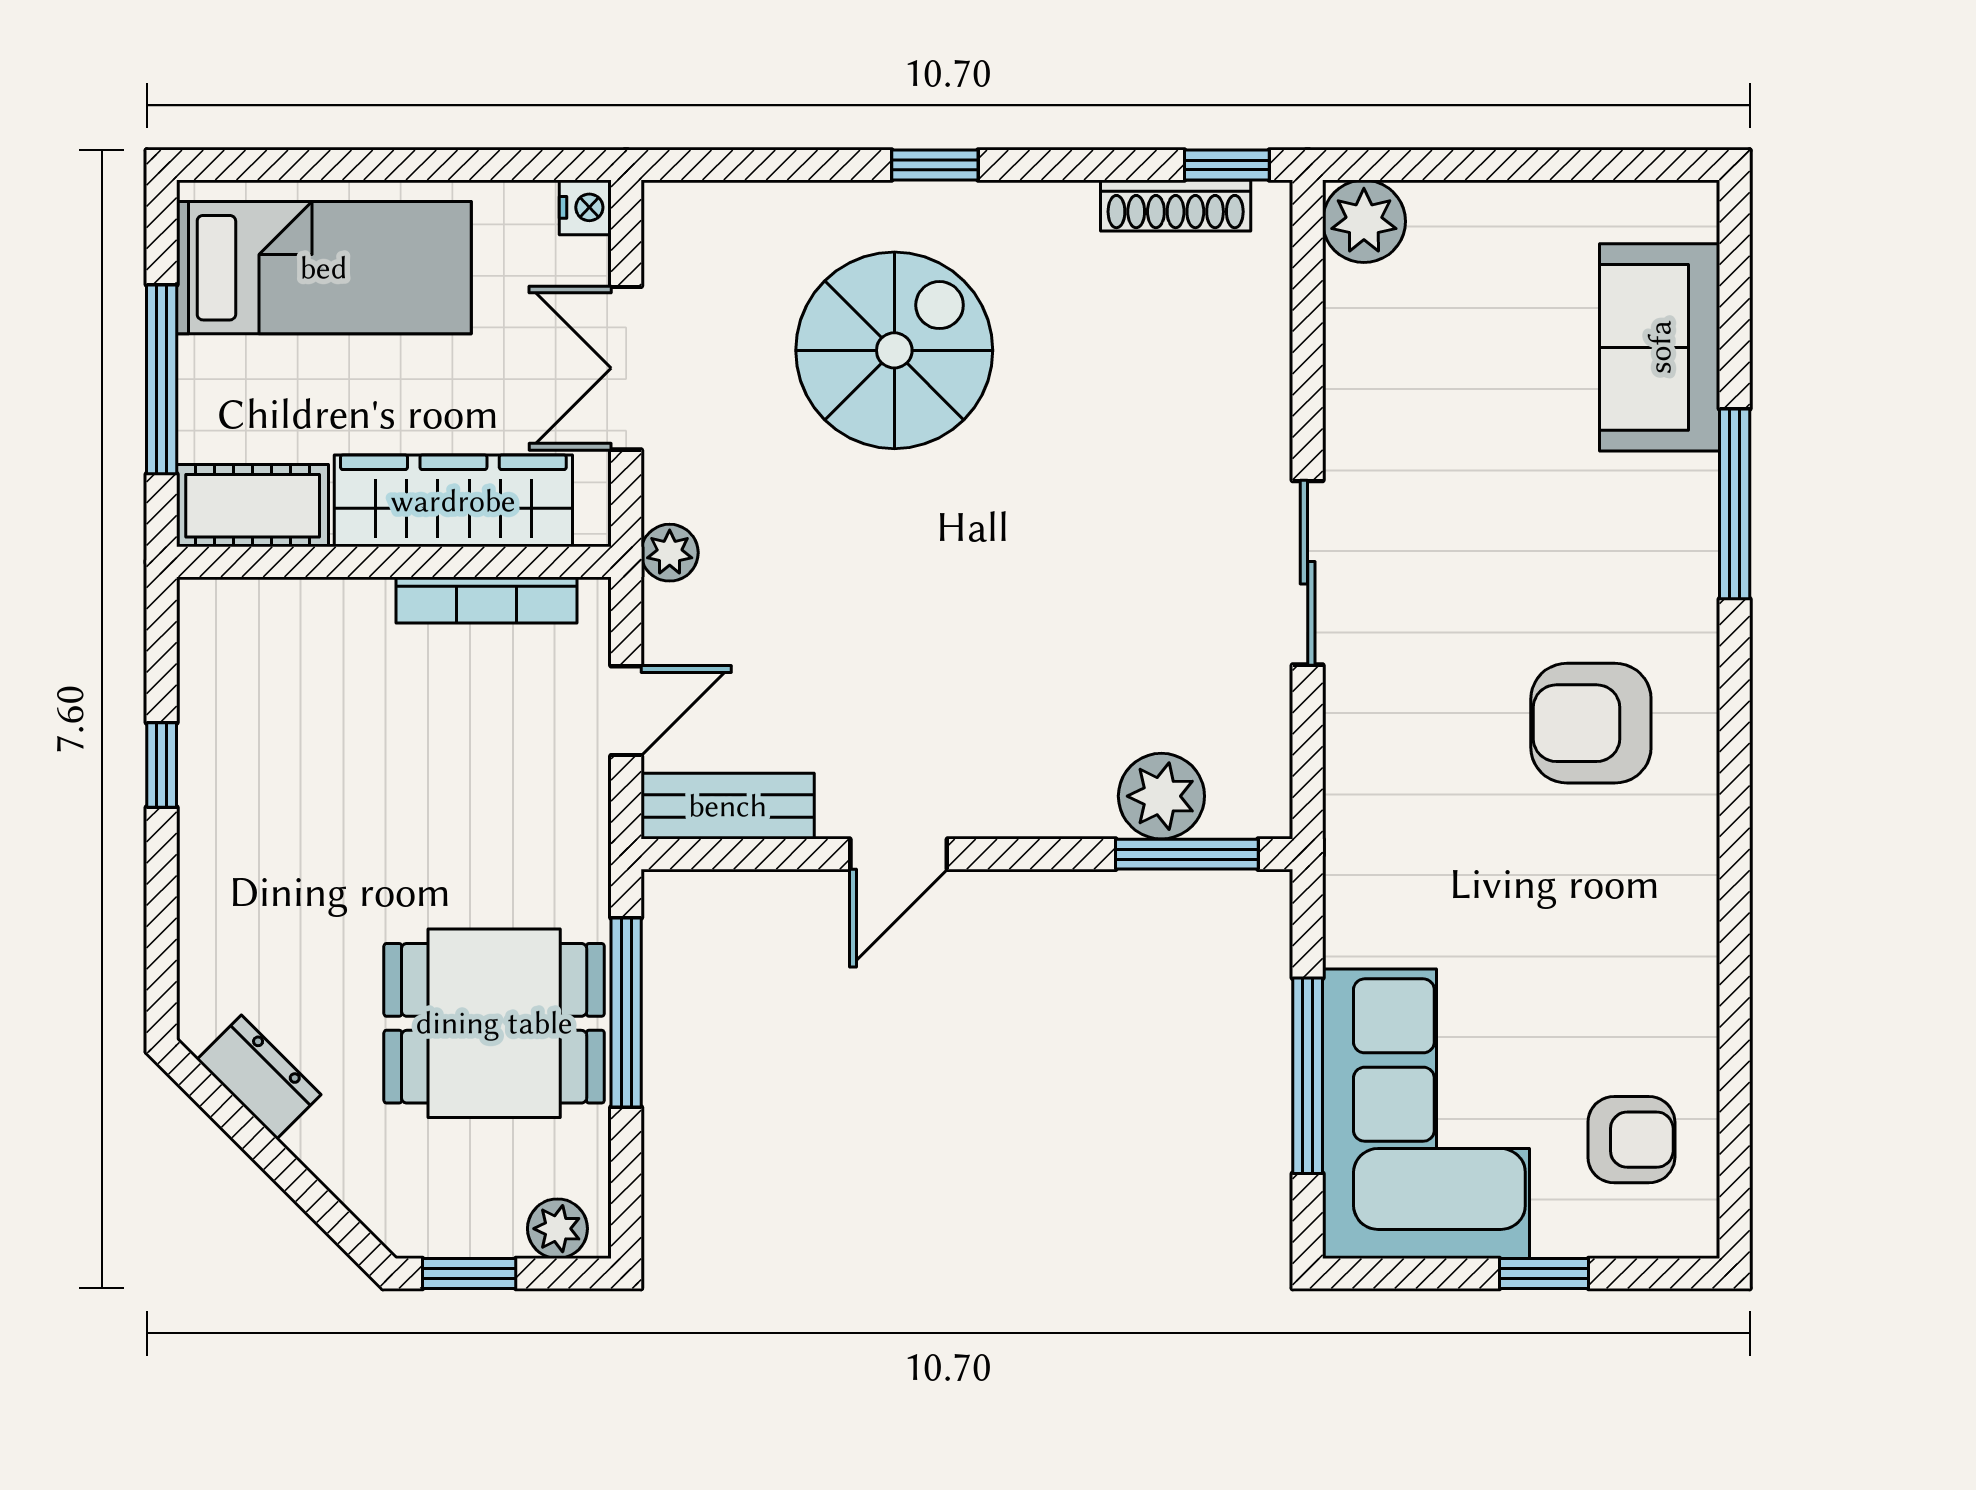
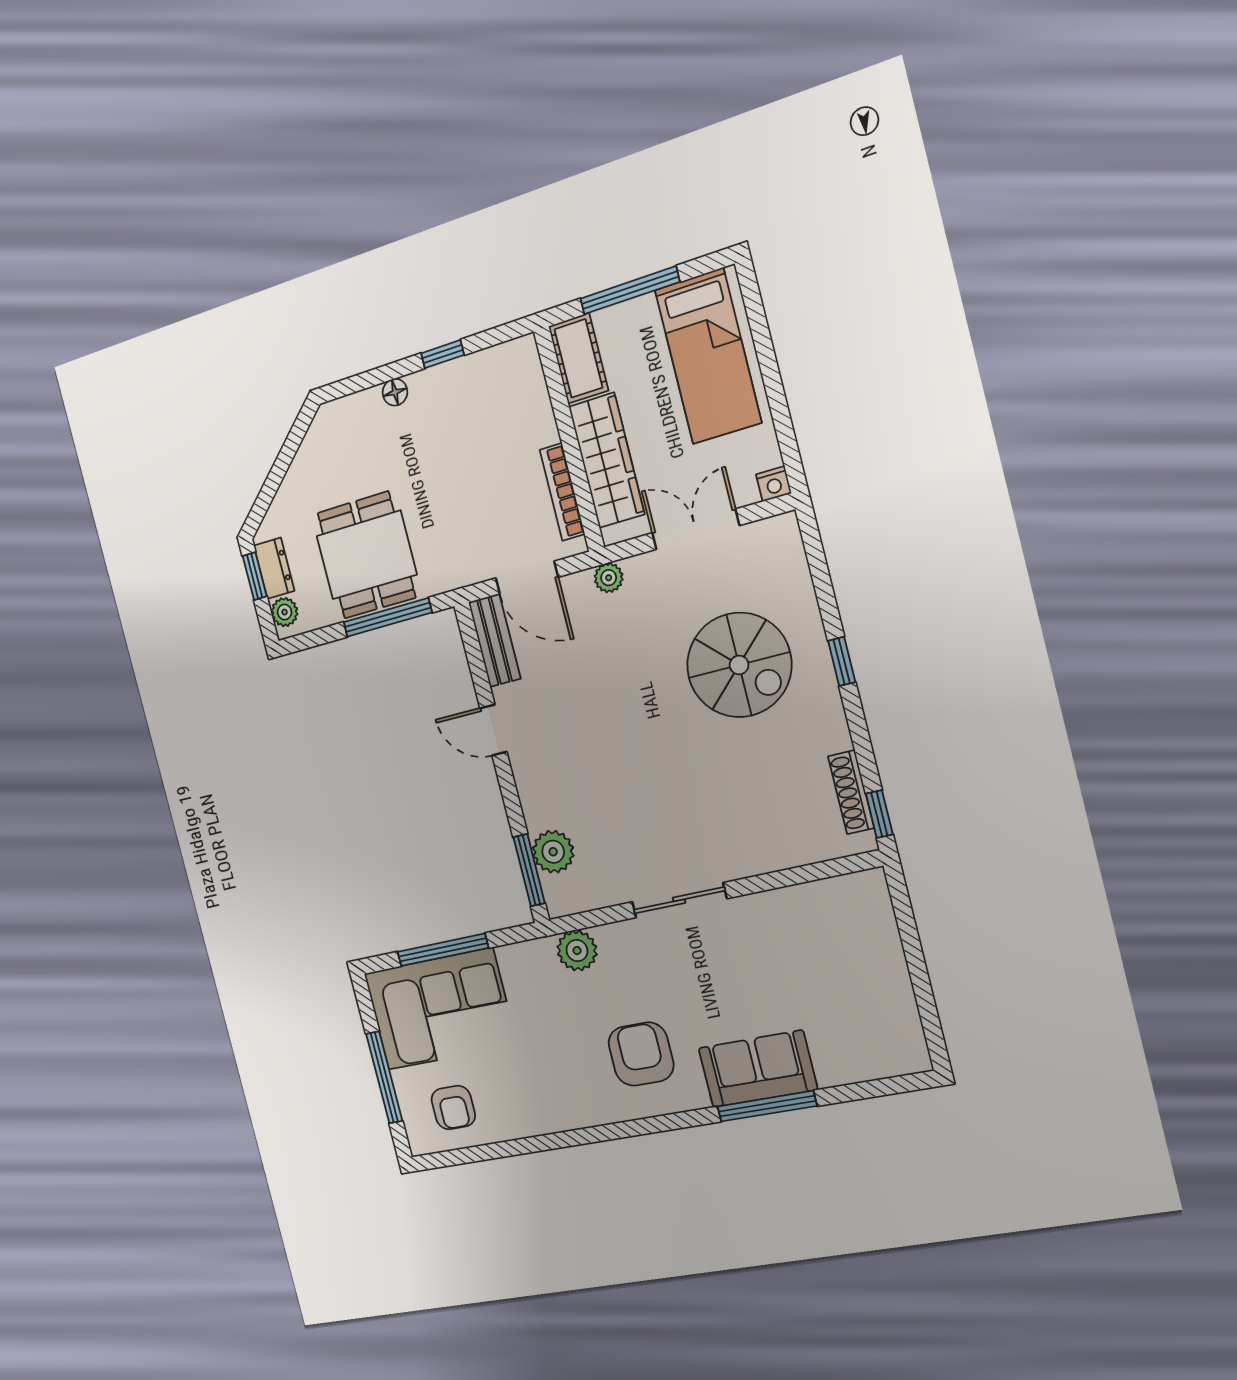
plant: (1364, 221) -> (577, 951), moved
sofa: (1660, 347) -> (758, 1069), moved
door: (626, 711) -> (527, 578), width x1.38
floor lamp: (203, 879) -> (395, 392), added
dresser: (259, 1077) -> (274, 568), moved, turned -45
window: (1544, 1273) -> (384, 1077), width x2.17

